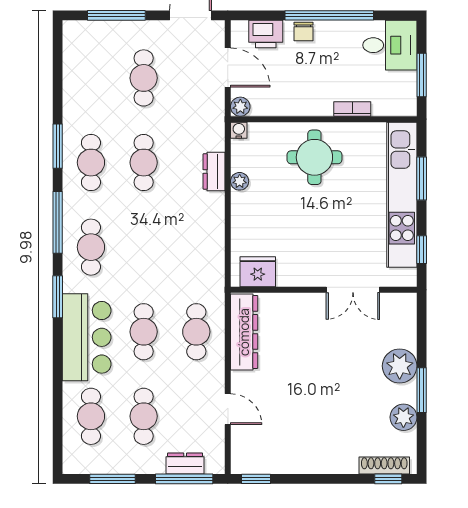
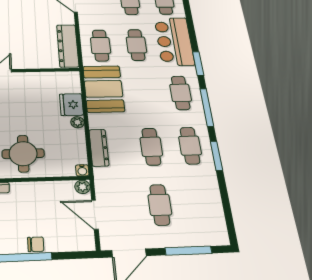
chair: (304, 31) -> (36, 244), turned 90
printer: (266, 34) -> (66, 241), removed
dresser: (214, 171) -> (99, 148), width x1.44
plant: (240, 181) -> (77, 122), moved
booth: (199, 256) -> (104, 89), added
fridge: (258, 272) -> (71, 105), moved, turned 90

